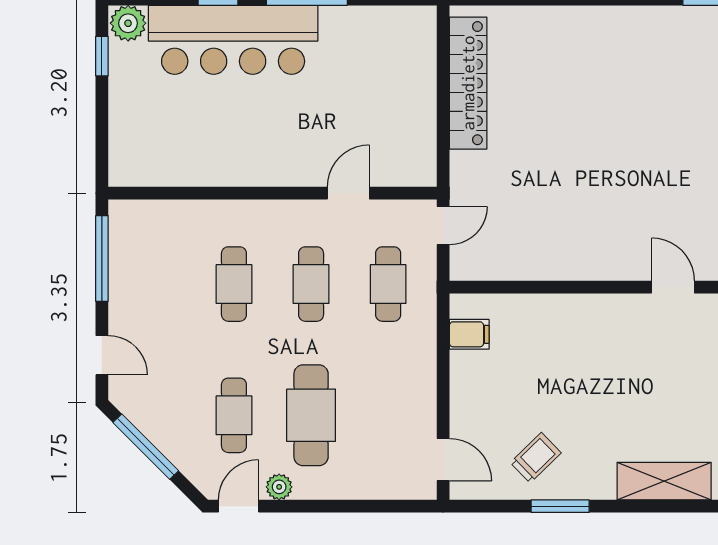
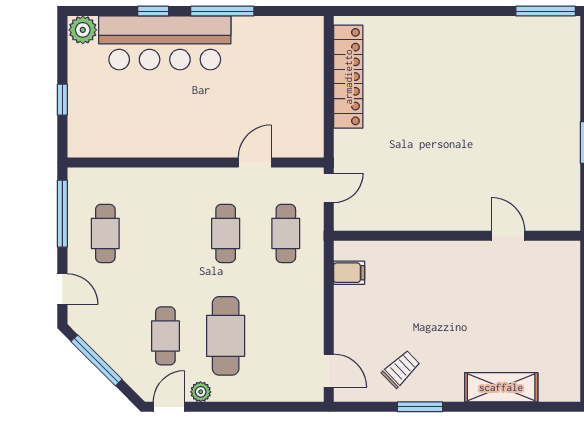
window: (102, 56) -> (62, 100), moved
cafe table: (234, 284) -> (105, 233), moved

